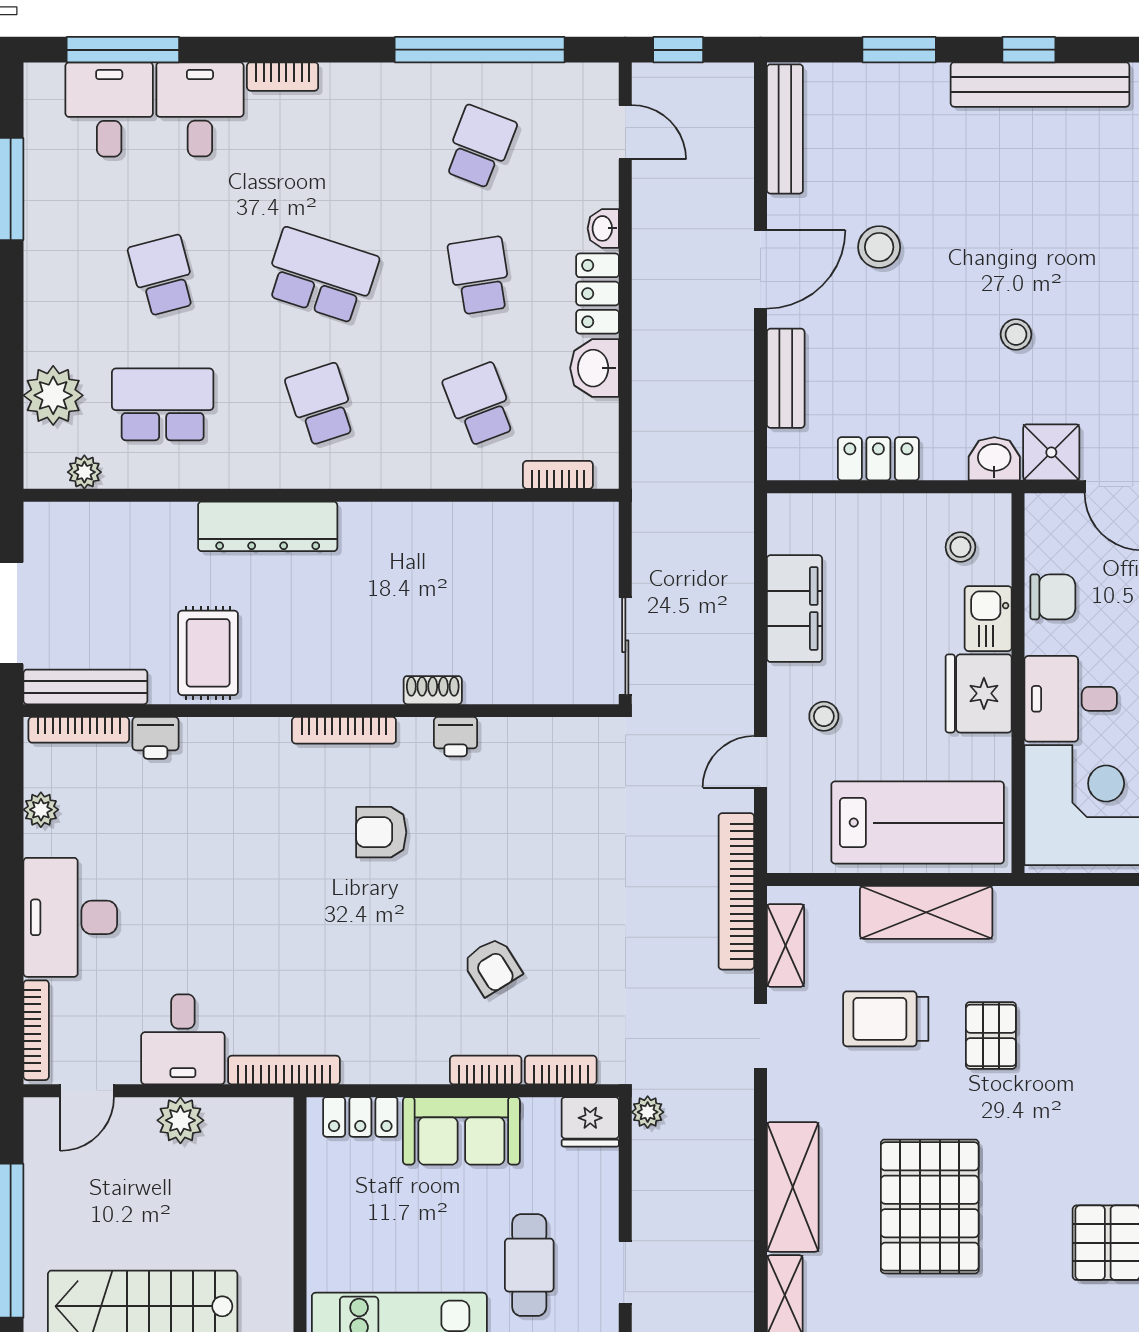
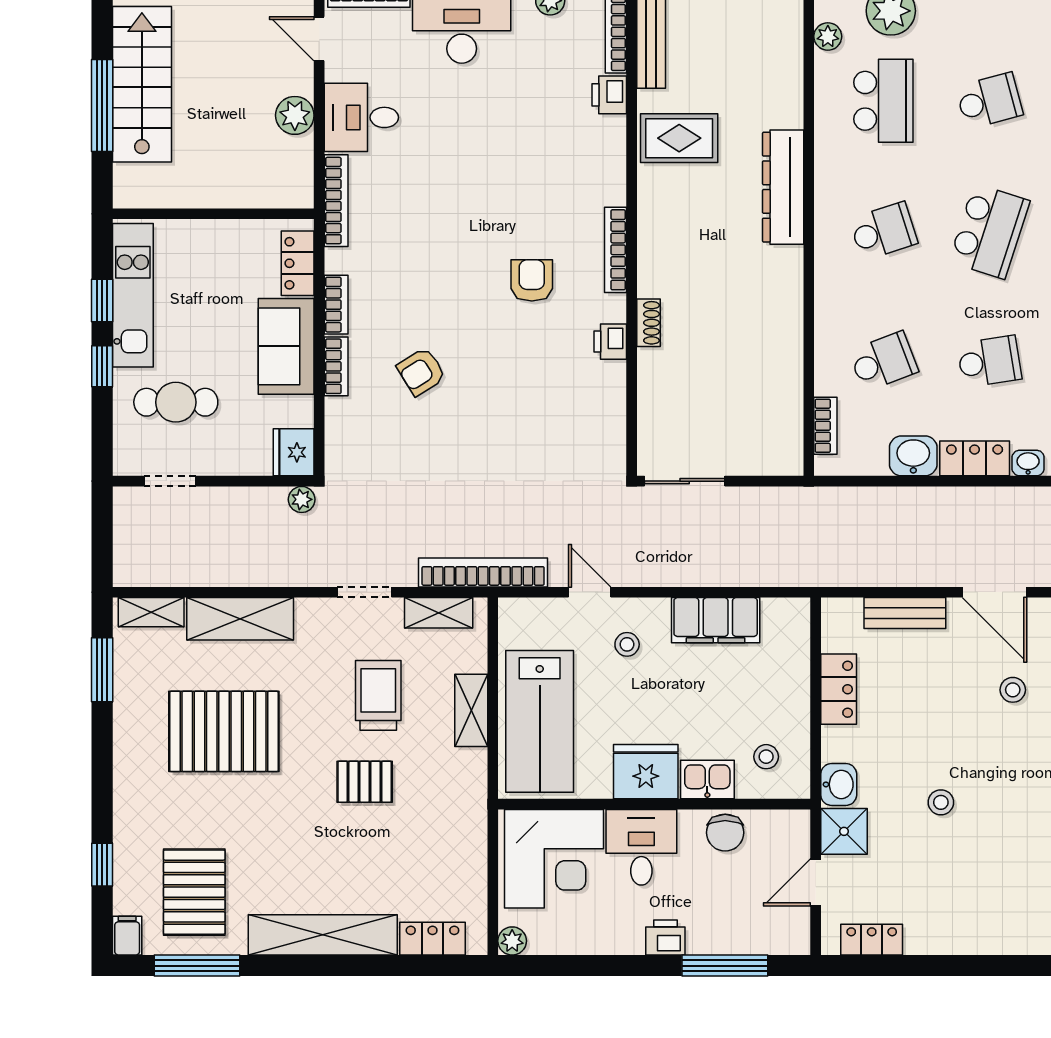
stool: (879, 247) -> (1013, 690), width x0.73, depth x0.73
shelving: (926, 912) -> (471, 710), width x0.67, depth x0.75
bookcase: (561, 1070) -> (336, 305), moved

